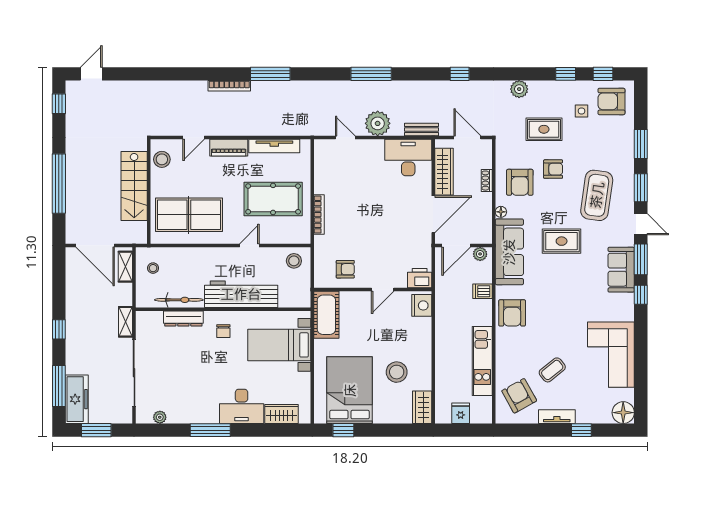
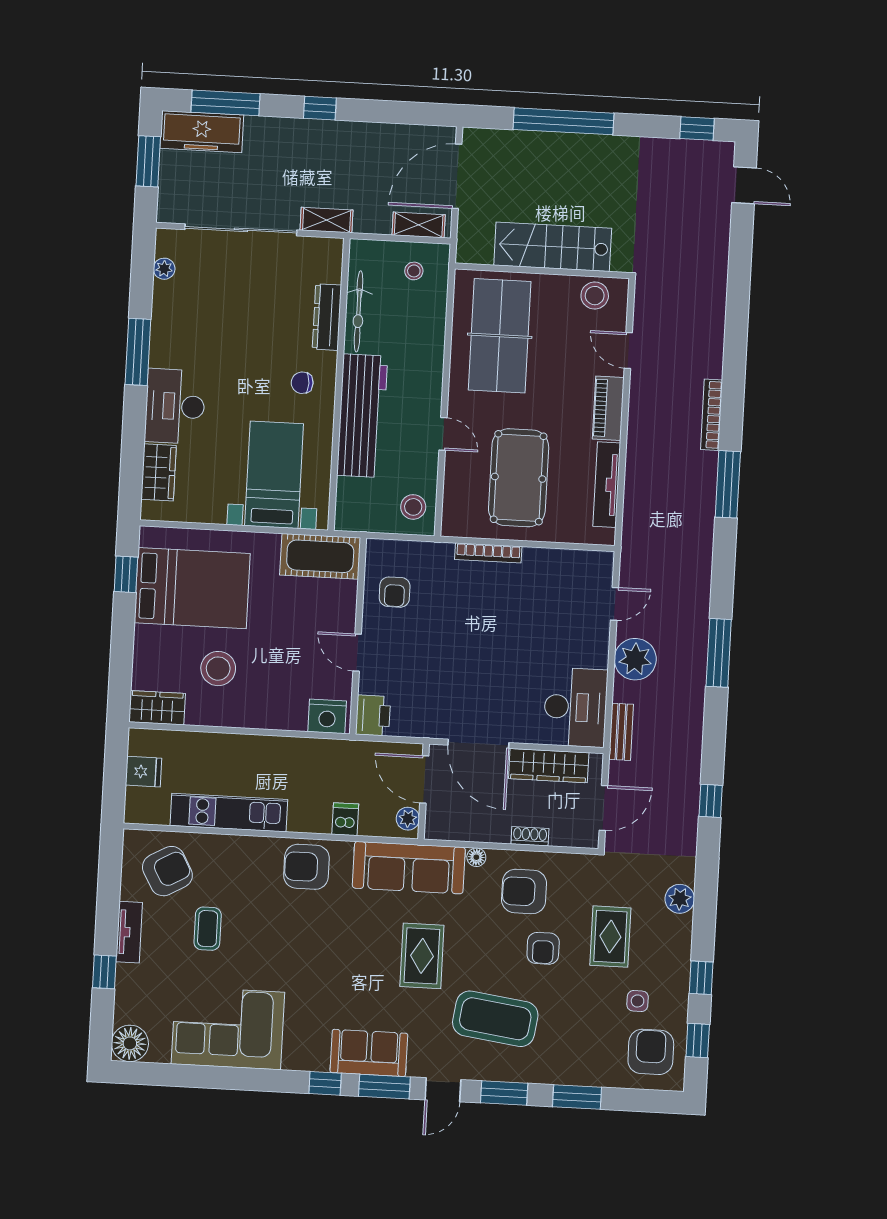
coffee table: (552, 370) -> (208, 929), turned 39

